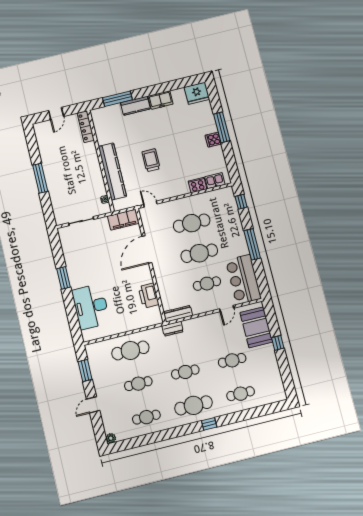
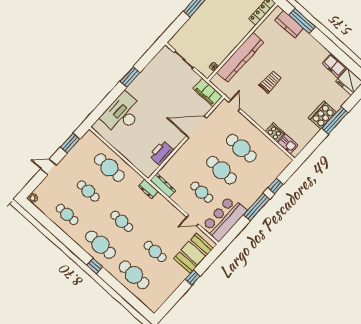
freezer: (161, 100) -> (334, 65), moved
kitchen counter: (135, 106) -> (289, 24), moved
cooker: (213, 140) -> (322, 115), width x1.87, depth x1.31
window: (241, 202) -> (276, 186), moved
cafe table: (241, 394) -> (134, 275), width x1.37, depth x1.35

